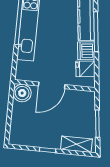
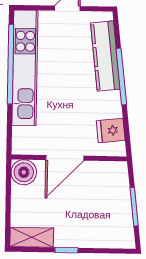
dishwasher: (86, 51) -> (110, 105), removed
shelving: (76, 144) -> (32, 237), moved

